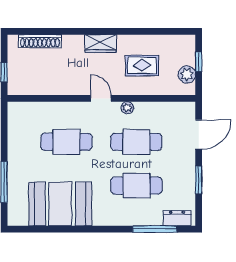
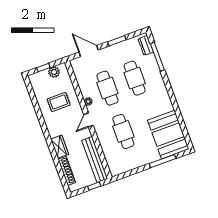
wardrobe: (101, 44) -> (60, 147), moved
rug: (142, 65) -> (59, 102), turned 90
bench: (42, 87) -> (95, 160), added
booth: (60, 204) -> (168, 135), moved

